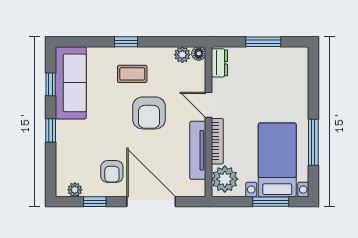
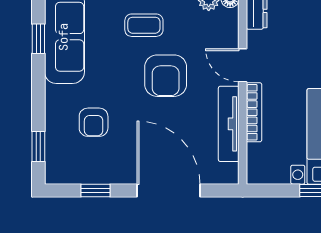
window: (51, 130) -> (38, 147), moved
armchair: (112, 172) -> (94, 122), moved
plant: (225, 179) -> (264, 161), removed
plant: (75, 190) -> (70, 175), removed

